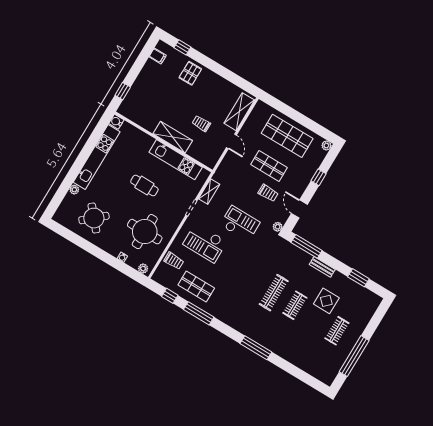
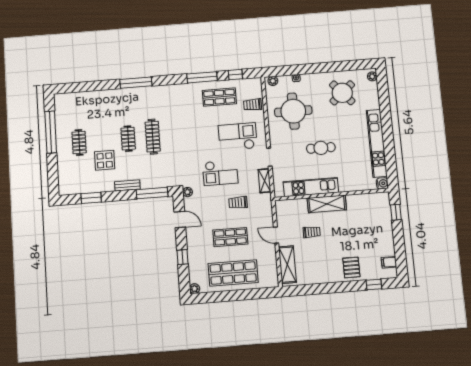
plant: (74, 190) -> (372, 76), moved
trolley: (268, 193) -> (238, 203), moved

